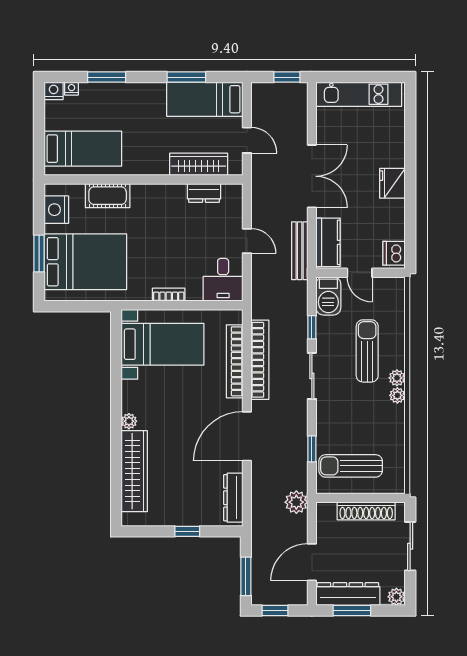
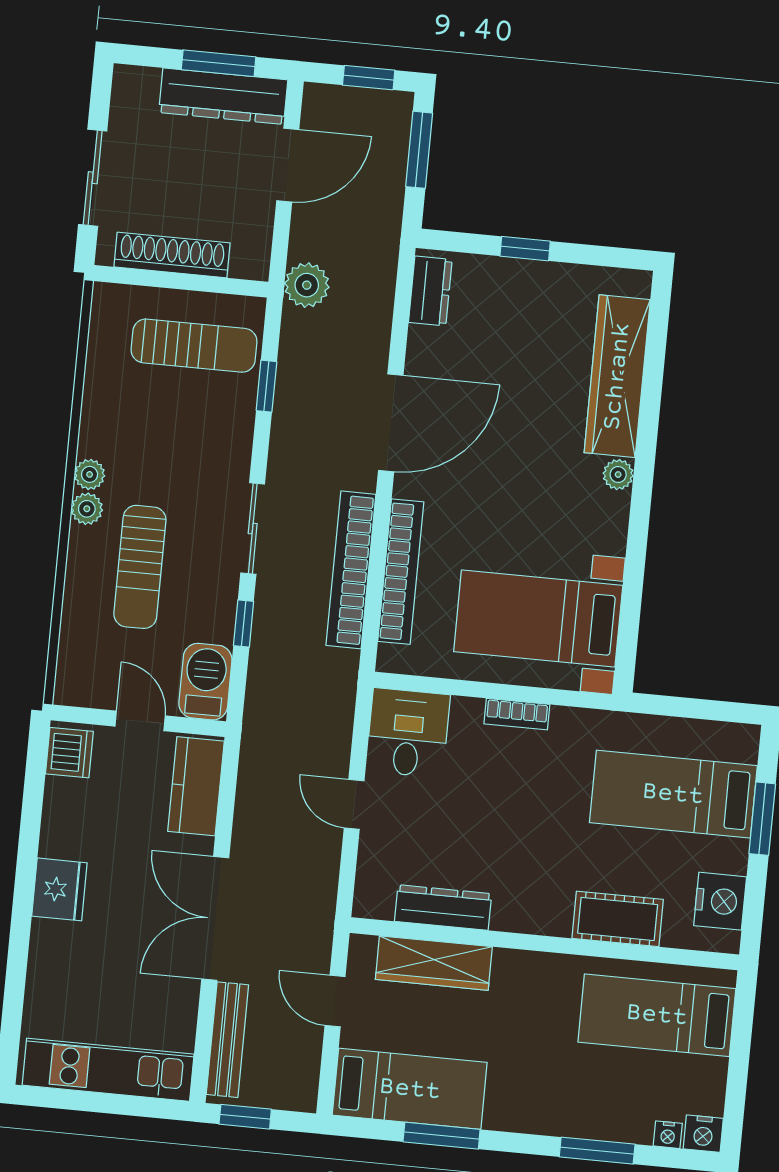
dresser: (204, 193) -> (443, 907), width x1.44
bench: (300, 251) -> (227, 1040), moved
bed: (85, 262) -> (673, 794), width x0.67
dresser: (233, 498) -> (430, 291), width x0.70
plant: (396, 597) -> (129, 82), removed

